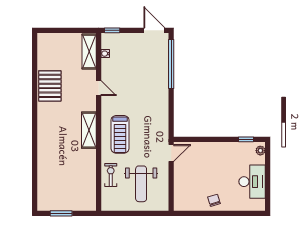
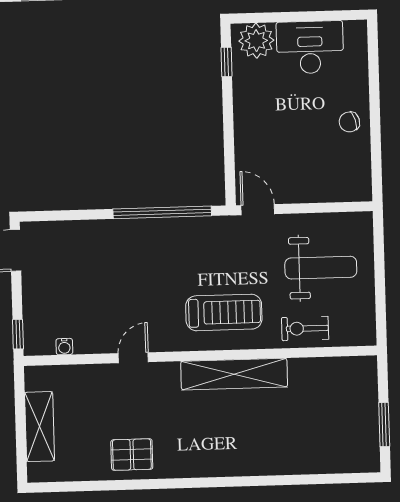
shelving: (89, 51) -> (40, 427), moved, turned 90
window: (171, 64) -> (162, 212), moved
pallet: (50, 86) -> (132, 455), width x0.67, depth x0.71
shelving: (89, 130) -> (234, 374), width x1.47
plant: (260, 151) -> (256, 41), width x1.87, depth x1.87

